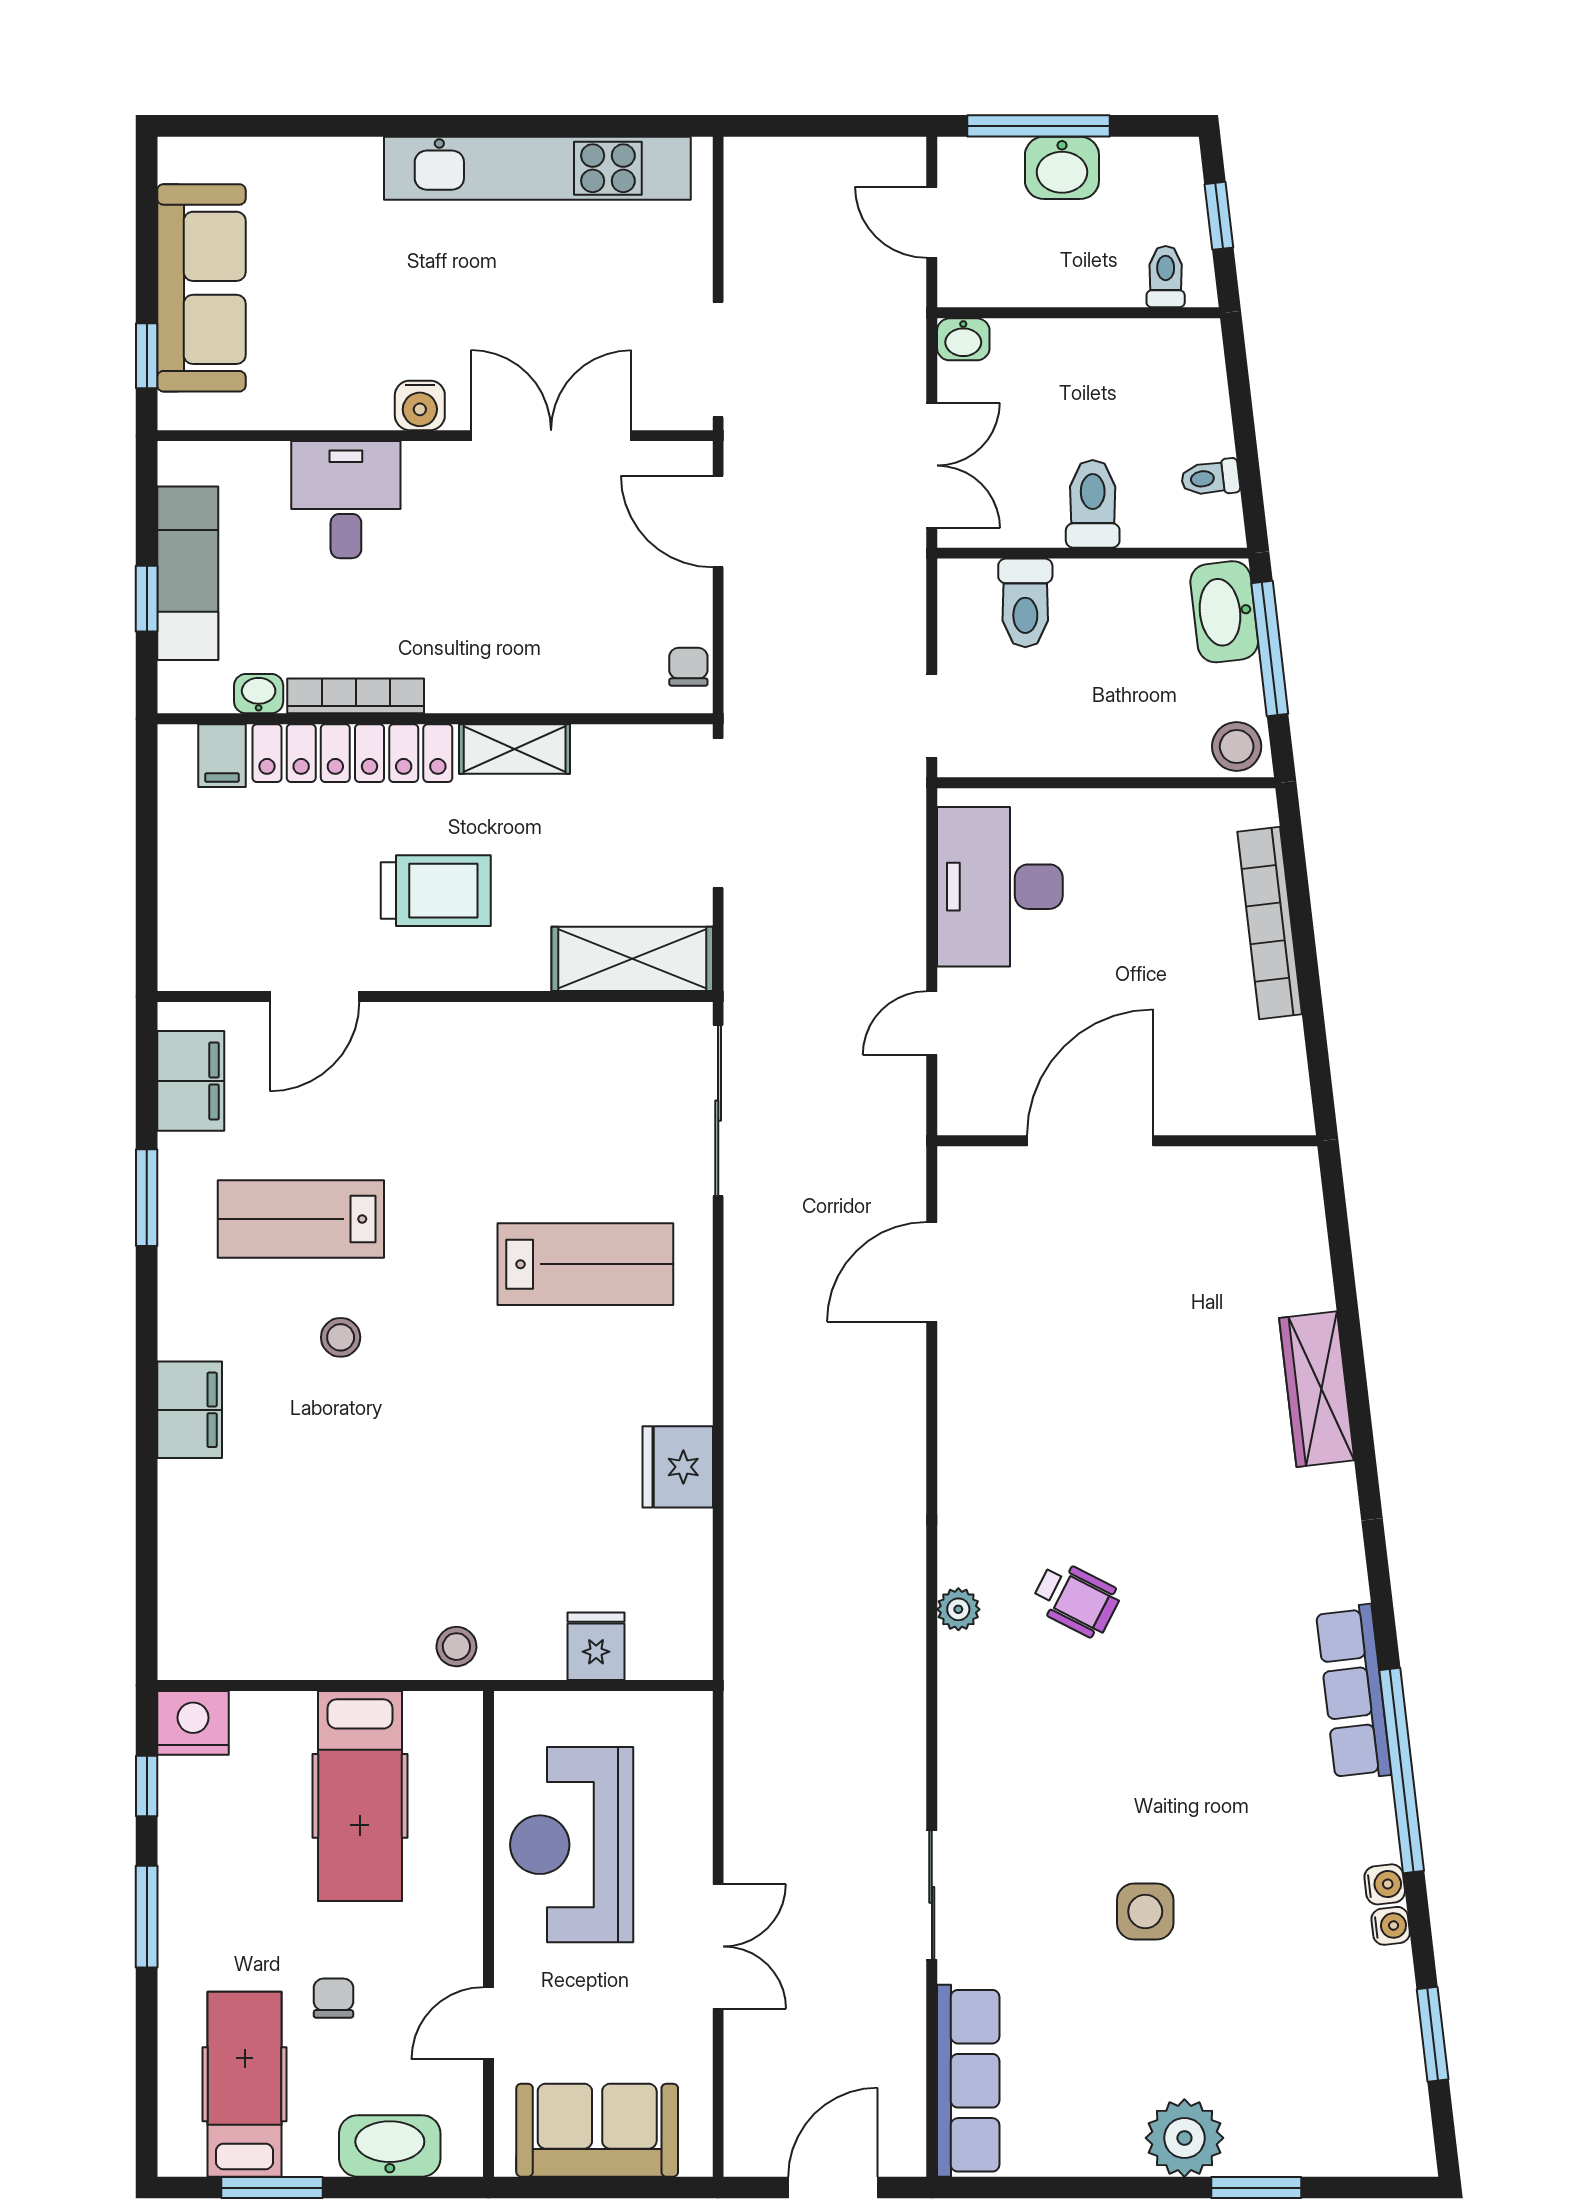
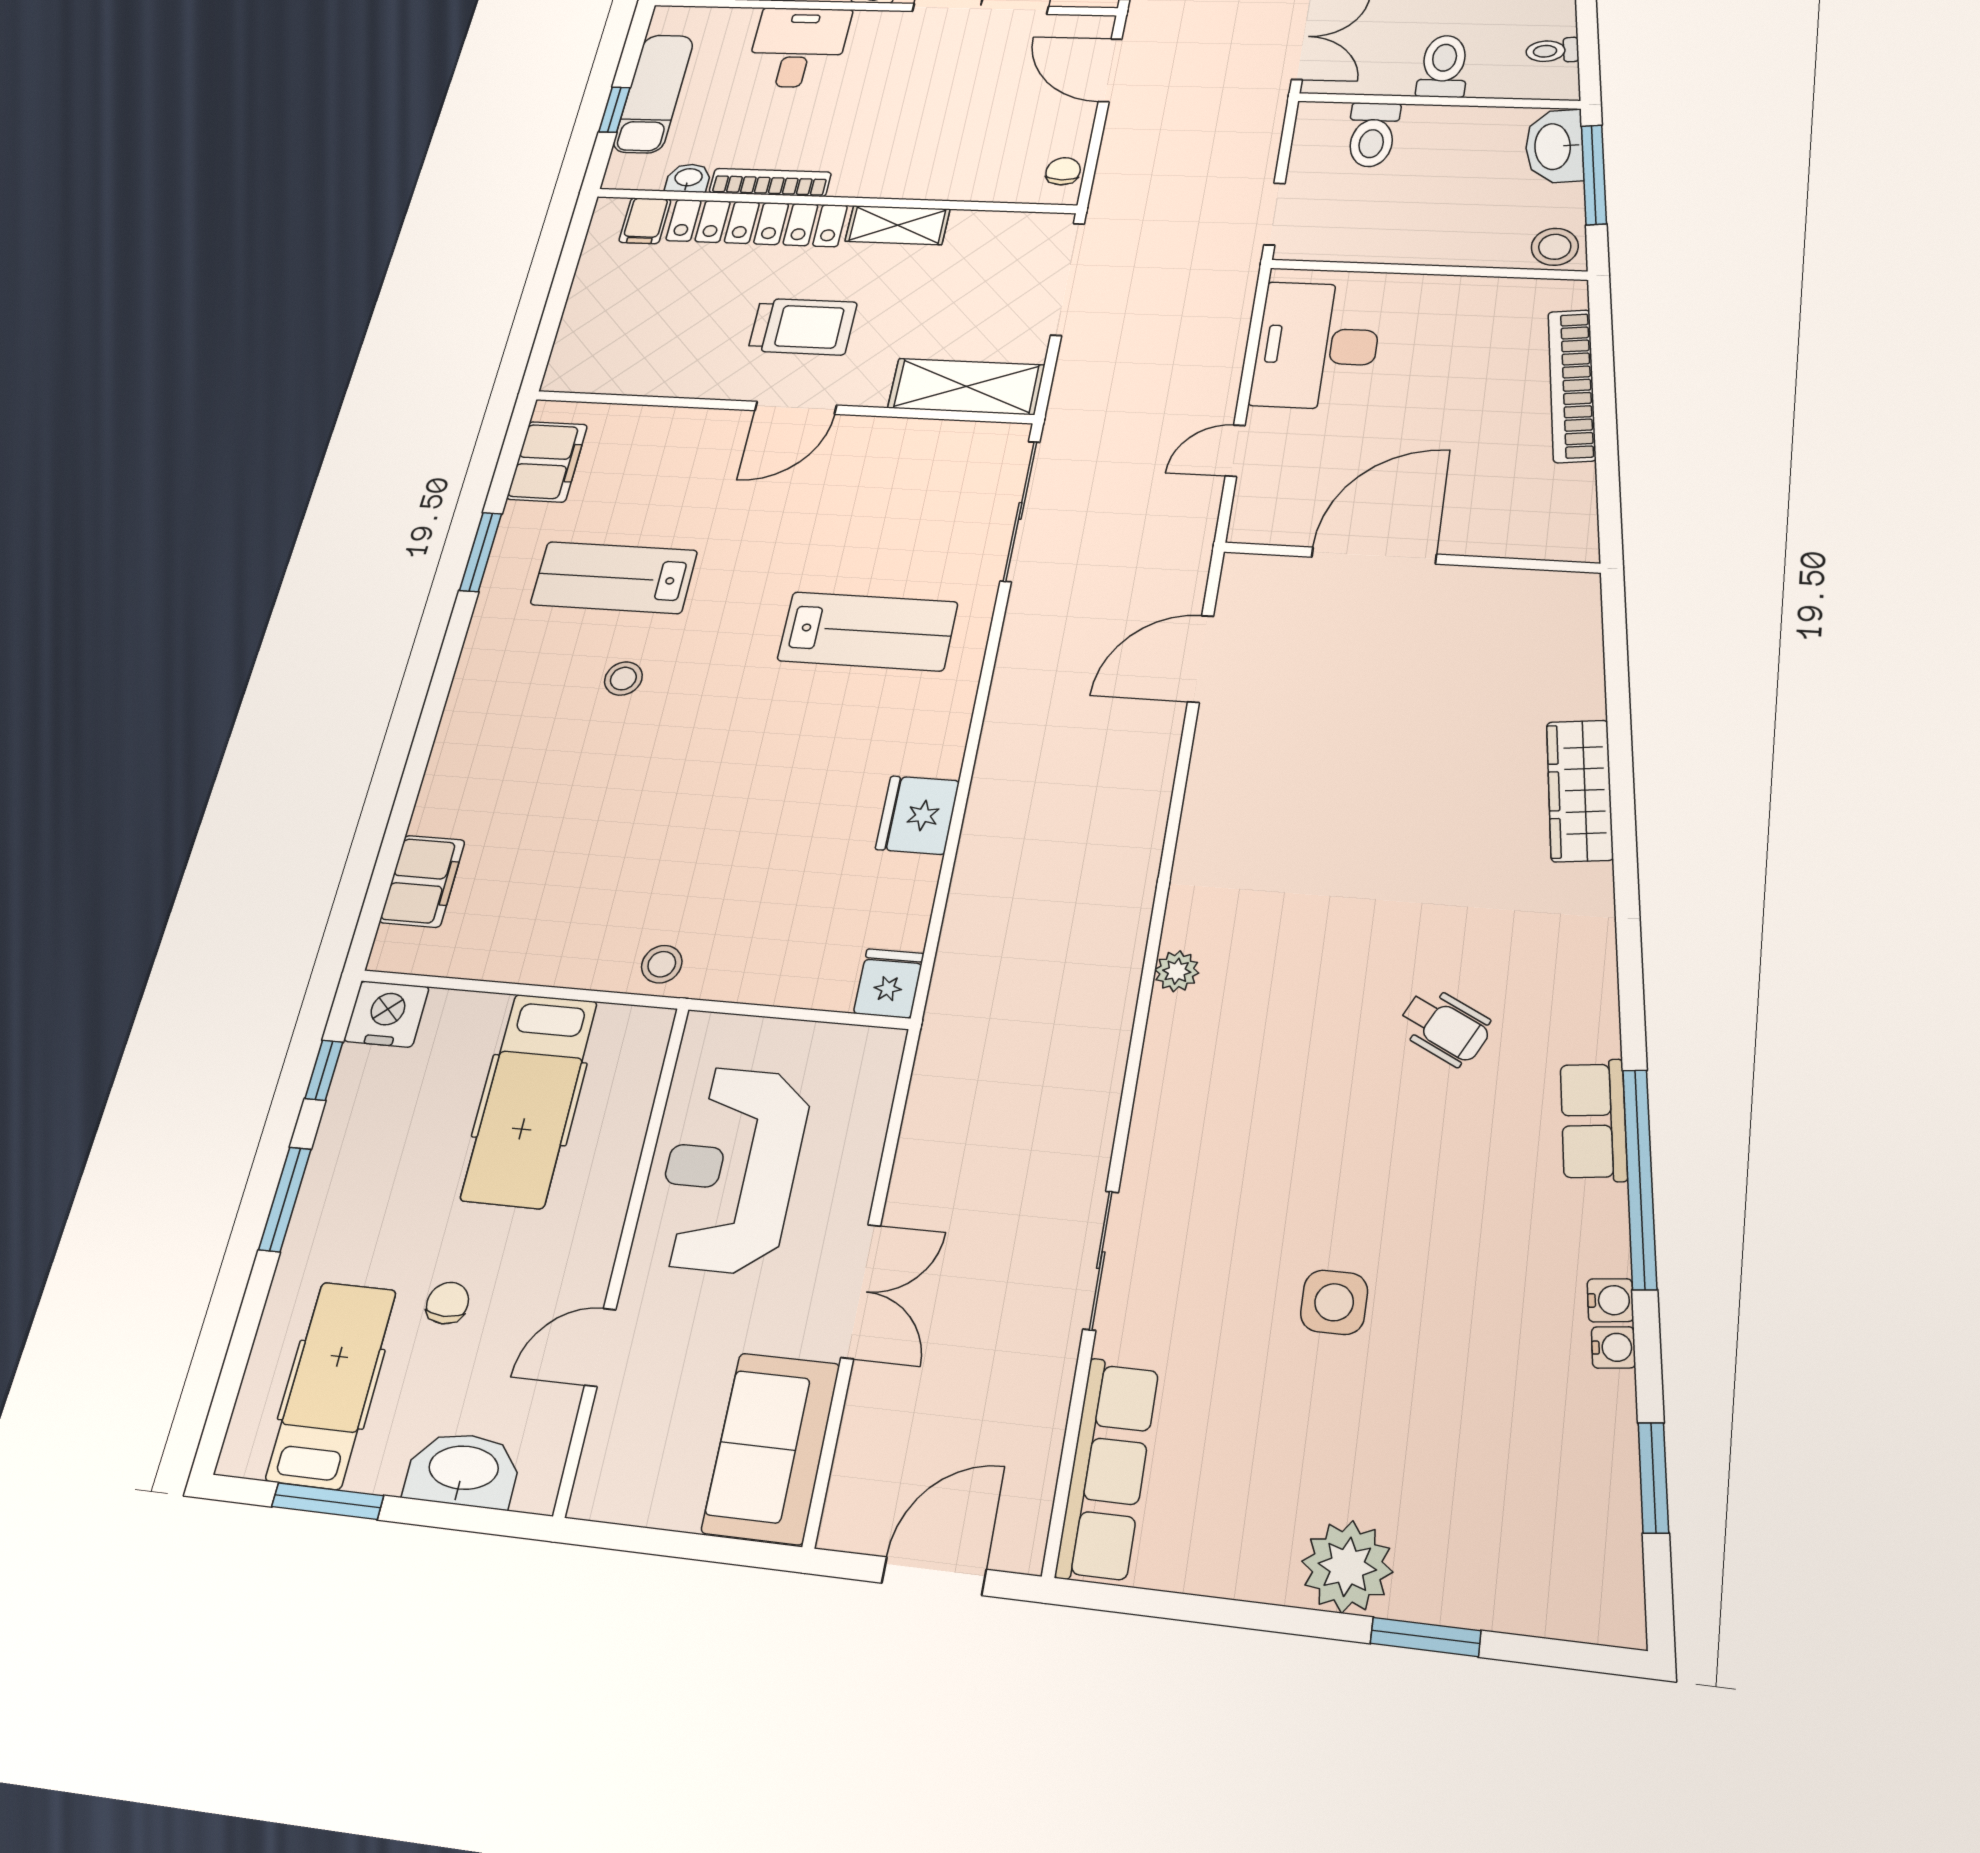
door: (314, 996) -> (796, 408), moved
filing cabinet: (190, 1410) -> (422, 881), moved
wheelchair: (1076, 1599) -> (1445, 1027), moved
fridge: (596, 1646) -> (889, 983), moved
row of seats: (1353, 1693) -> (1594, 1120), width x0.68
sofa: (597, 2130) -> (771, 1448), moved, turned -90

